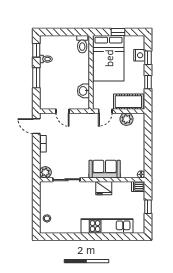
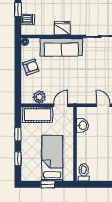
nightstand: (139, 55) -> (27, 161), removed
bed: (109, 58) -> (52, 158), width x0.67
armchair: (135, 149) -> (31, 67), added
sofa: (105, 169) -> (61, 47), width x1.36
dishwasher: (138, 186) -> (28, 19), moved

